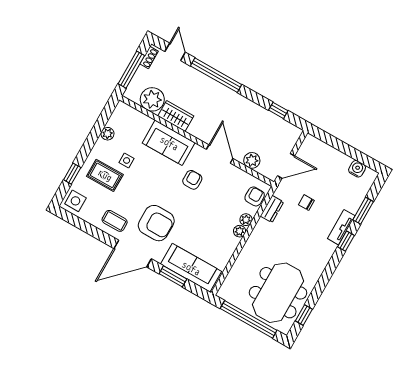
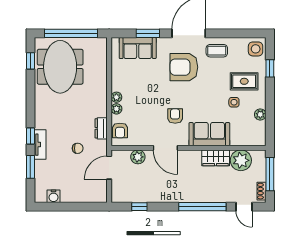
armchair: (192, 180) -> (175, 116), turned 180
sofa: (191, 268) -> (138, 48), width x0.73

